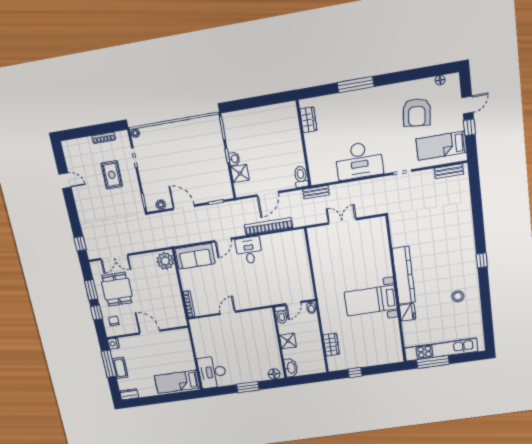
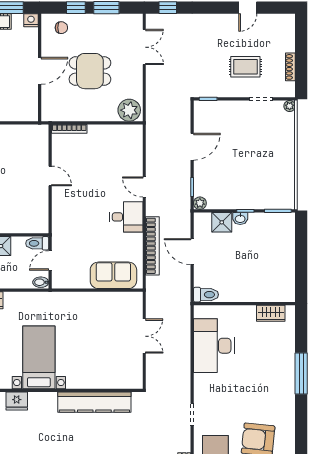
desk: (359, 161) -> (214, 346), moved
bench: (316, 192) -> (185, 310), removed
plant: (161, 205) -> (200, 203), moved
sofa: (195, 256) -> (113, 275), moved, turned 90
double door: (114, 257) -> (144, 47), swing flipped
kitchen counter: (404, 275) -> (94, 402), moved
dining table: (117, 289) -> (90, 71), moved
door: (293, 303) -> (50, 260), hinge flipped

